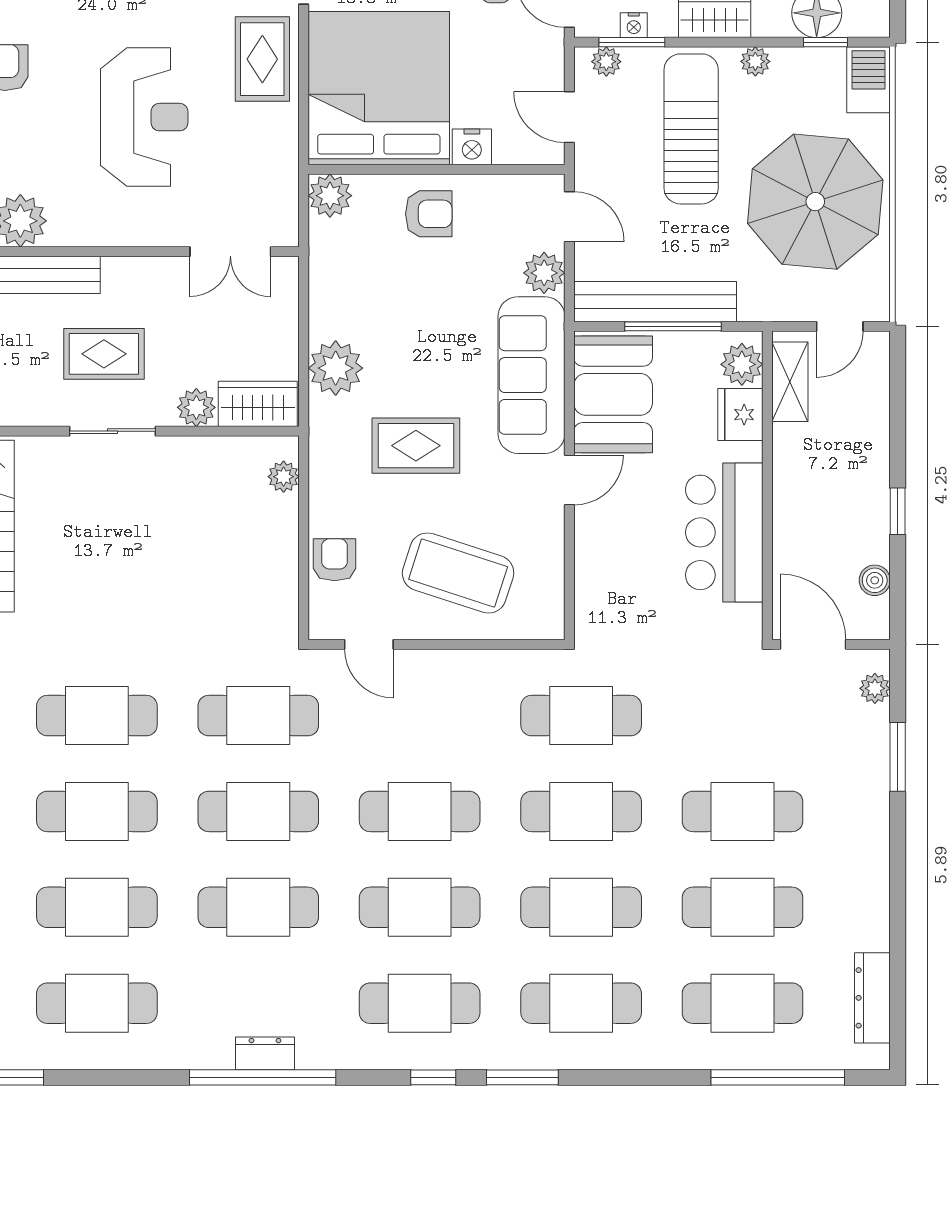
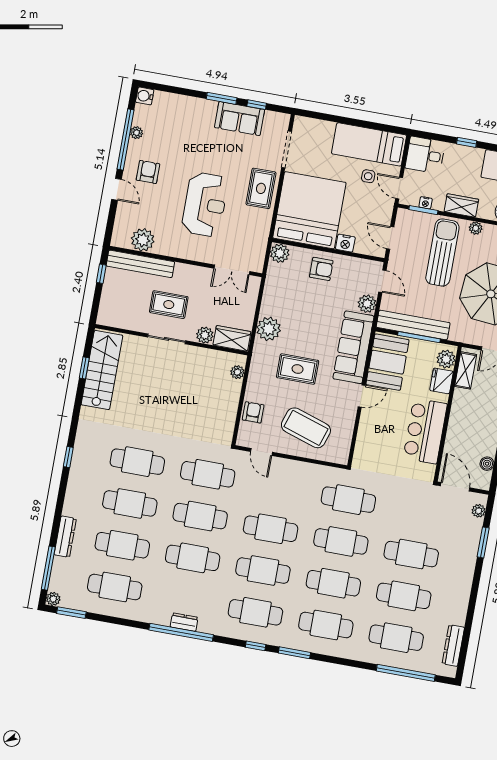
plant: (606, 62) -> (411, 216), removed

